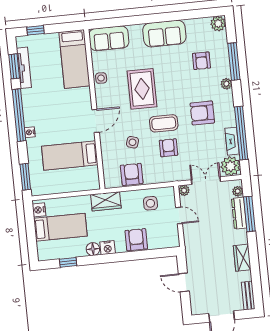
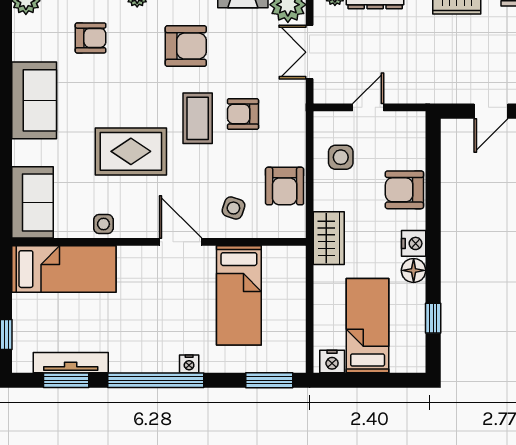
armchair: (202, 113) -> (186, 46), turned -90
side table: (132, 142) -> (233, 208), moved
armchair: (132, 174) -> (285, 186), turned -90
plant: (184, 190) -> (323, 94), removed

